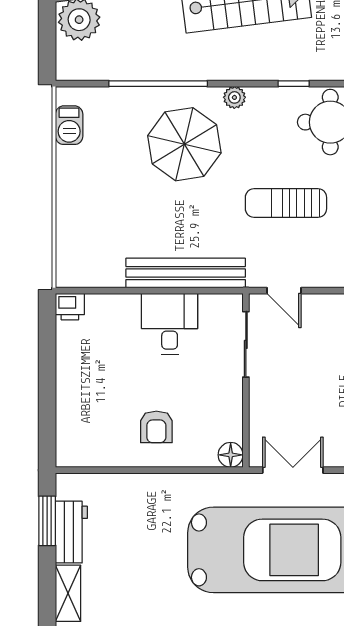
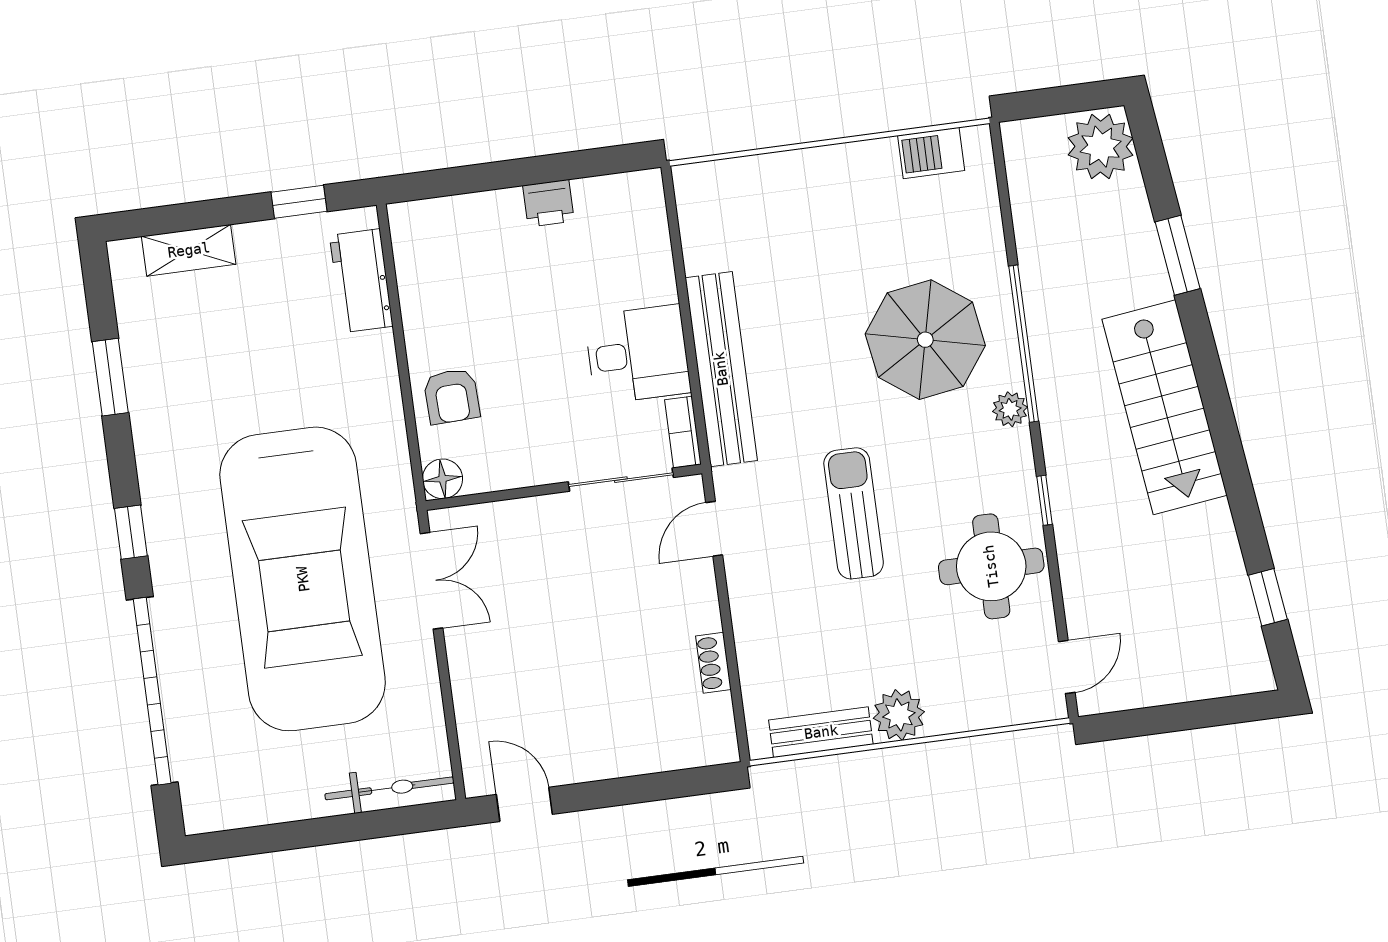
window: (158, 84) -> (1024, 344), moved
bookcase: (222, 302) -> (683, 432), added
printer: (70, 307) -> (548, 203), moved, turned -90
armchair: (156, 427) -> (452, 396), moved, turned -92
window: (47, 521) -> (299, 202), width x0.67
workbench: (71, 532) -> (361, 281), moved, turned 90

